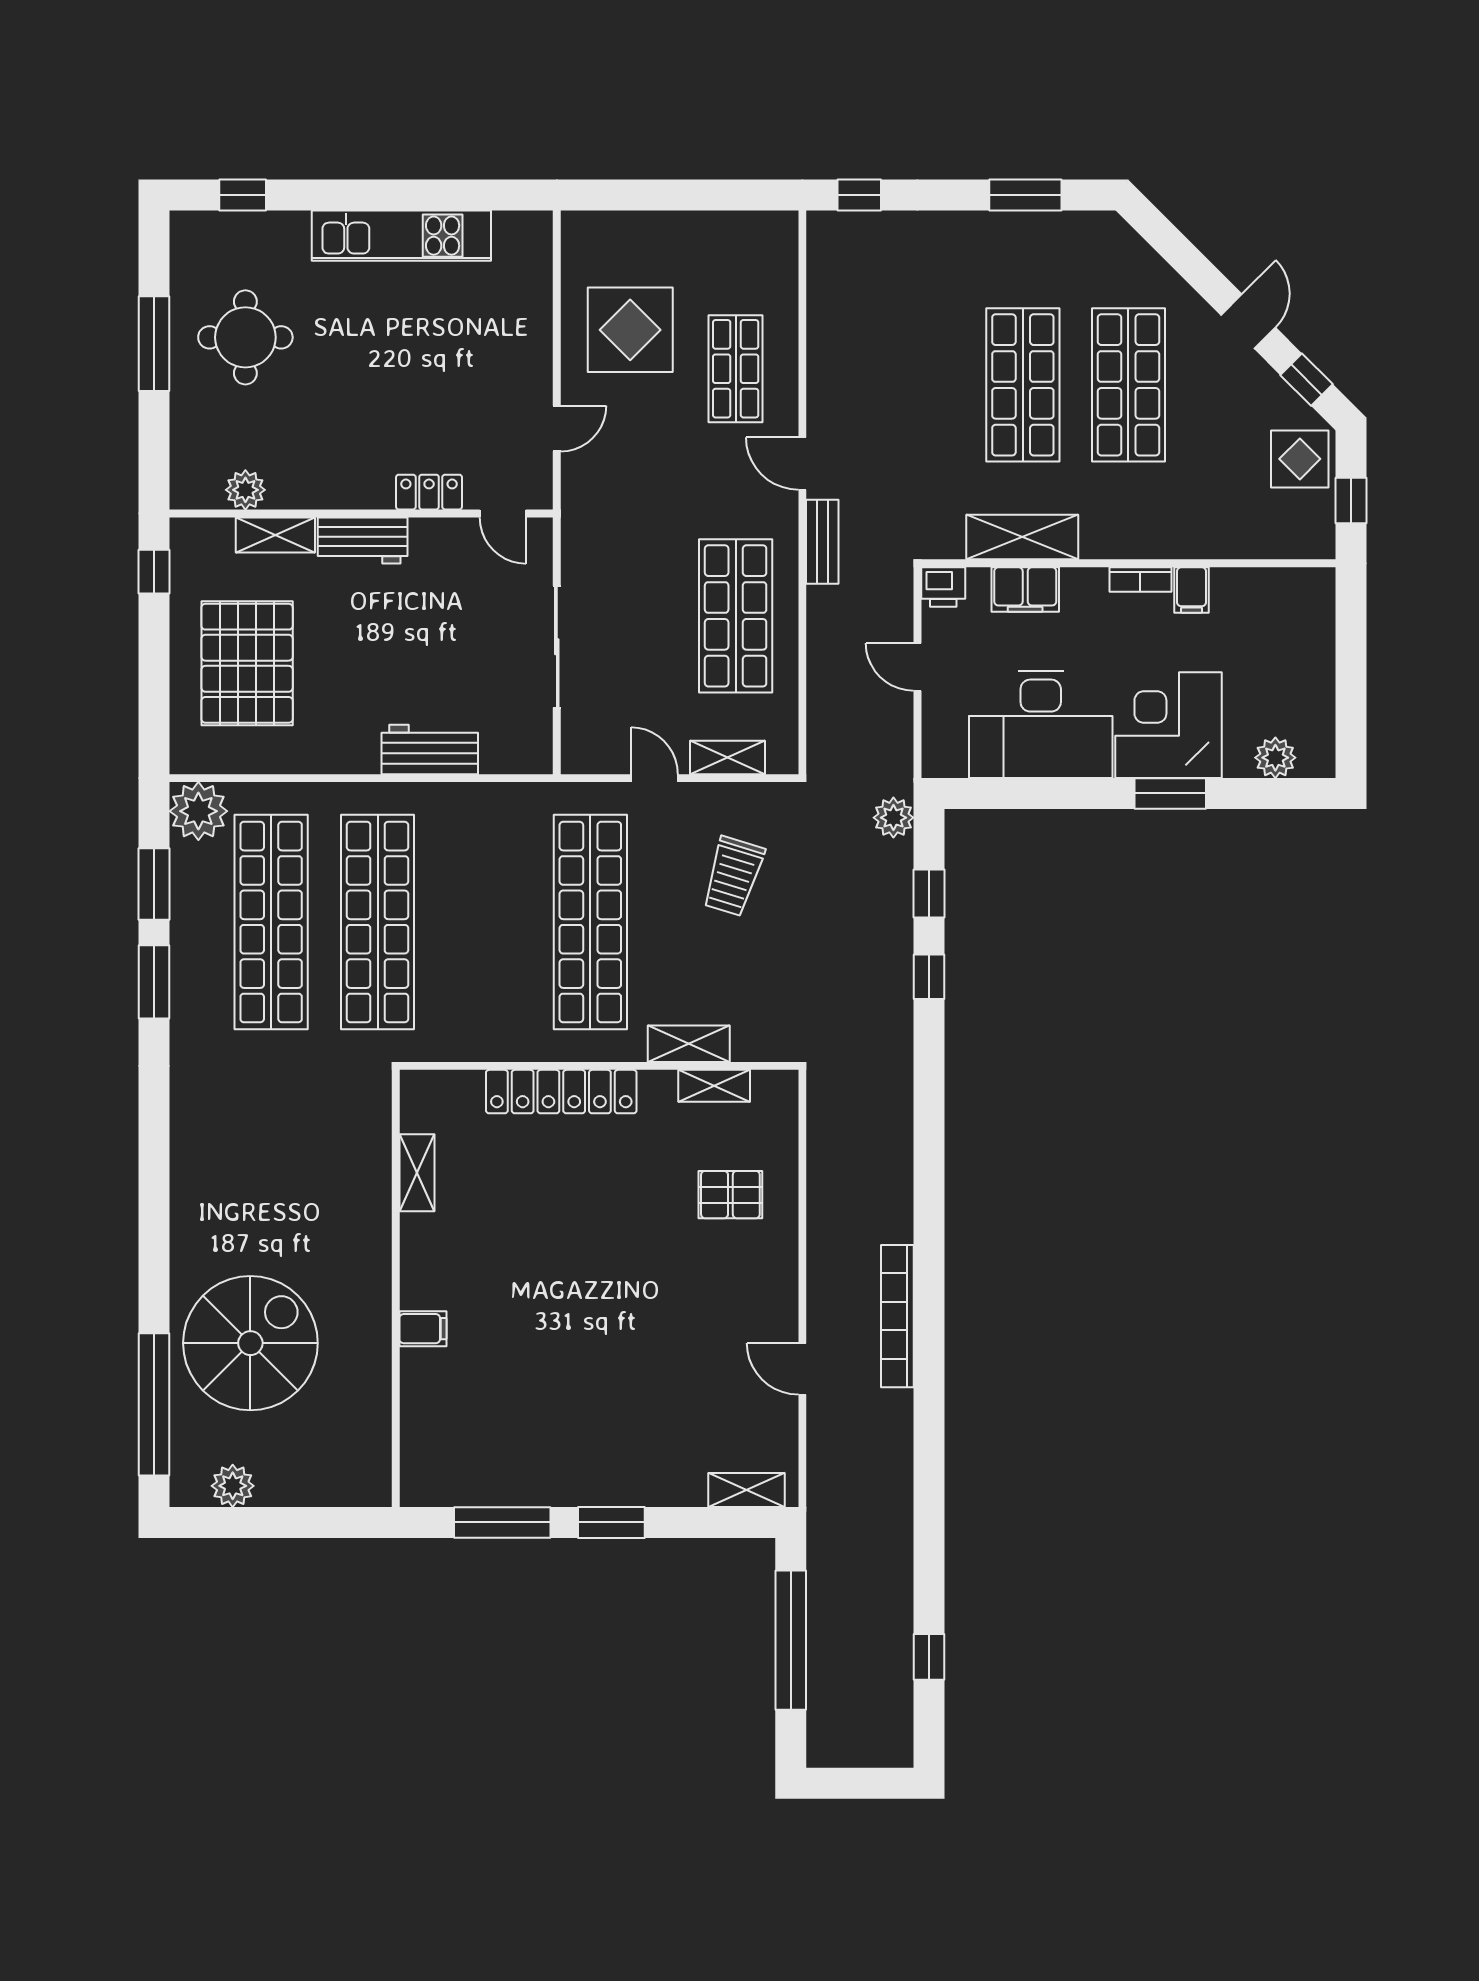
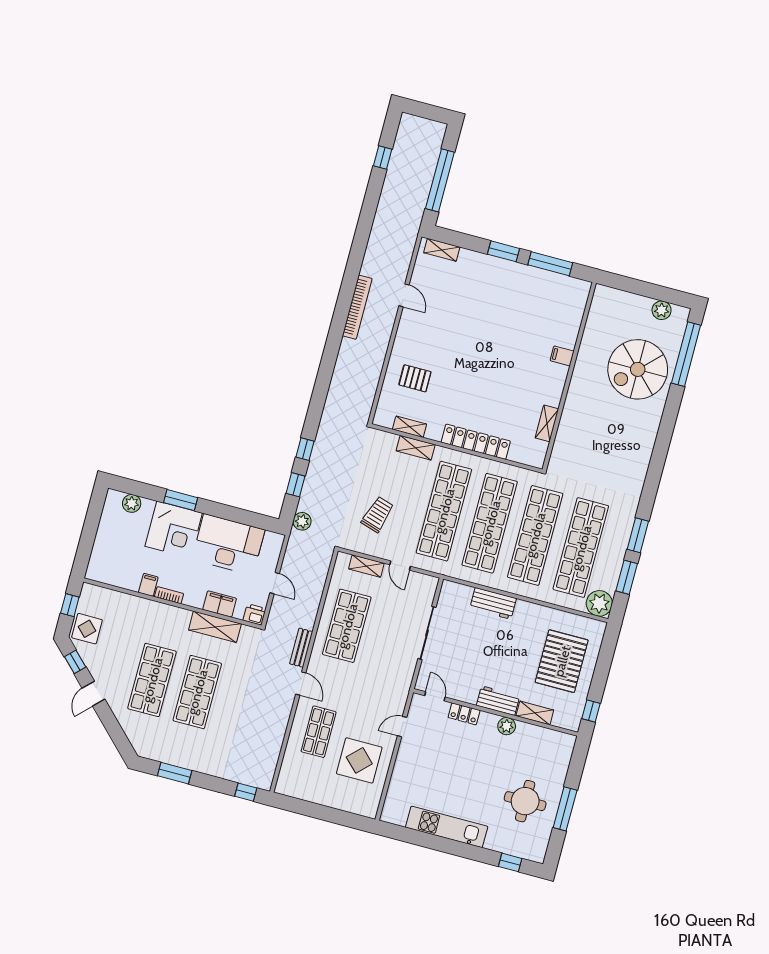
plant: (245, 490) -> (507, 726), moved
shop shelf: (484, 922) -> (490, 523), added

